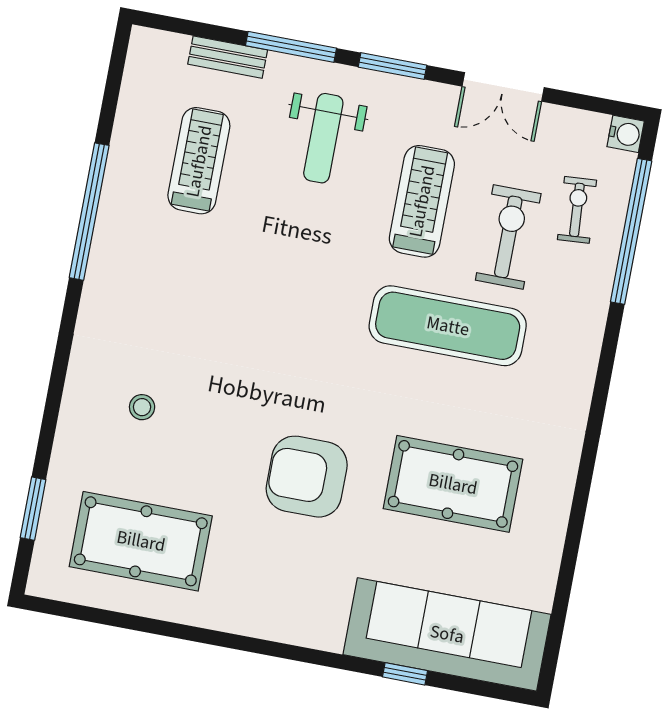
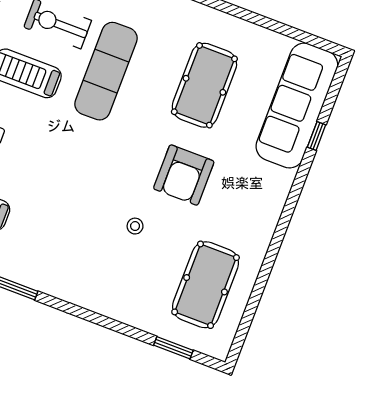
stool: (142, 407) -> (135, 226), moved

